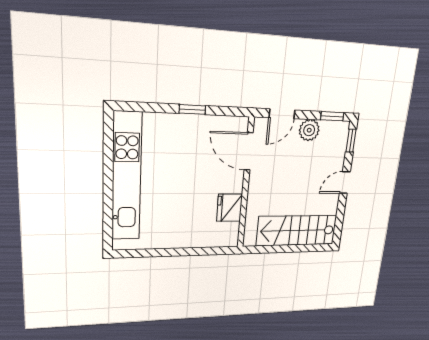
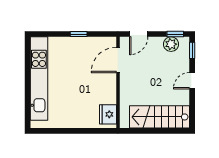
plant: (309, 130) -> (171, 44), moved
door: (249, 151) -> (118, 60), hinge flipped
fridge: (230, 208) -> (108, 114), moved

